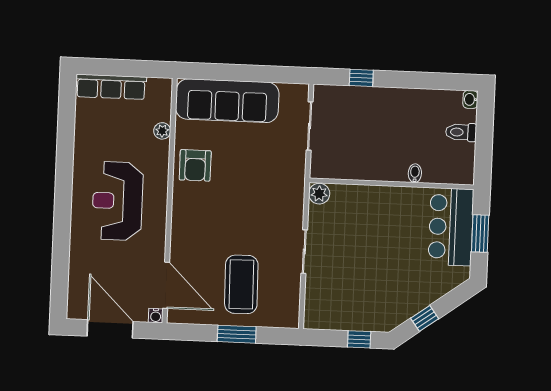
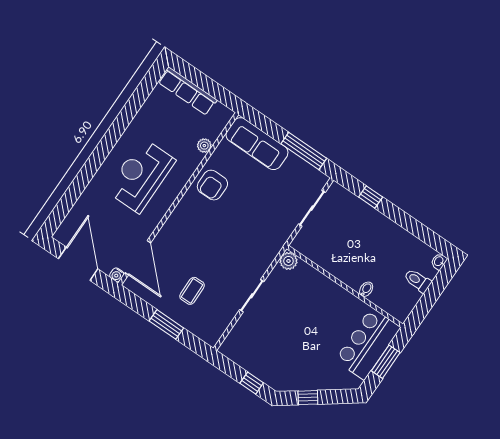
window: (265, 74) -> (304, 151), added
sofa: (227, 101) -> (257, 144), width x0.74, depth x0.79
coffee table: (241, 284) -> (192, 291), width x0.54, depth x0.58

